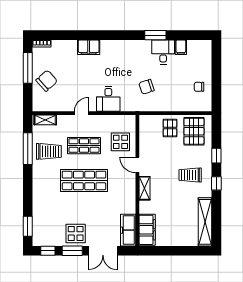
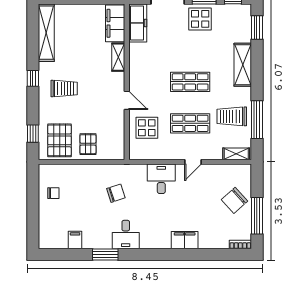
desk: (163, 52) -> (126, 235), moved
window: (216, 156) -> (33, 134), moved
shop shelf: (84, 180) -> (190, 82), width x0.70, depth x0.74
shelving: (144, 188) -> (118, 57), moved
shelving: (40, 195) -> (243, 65), added

